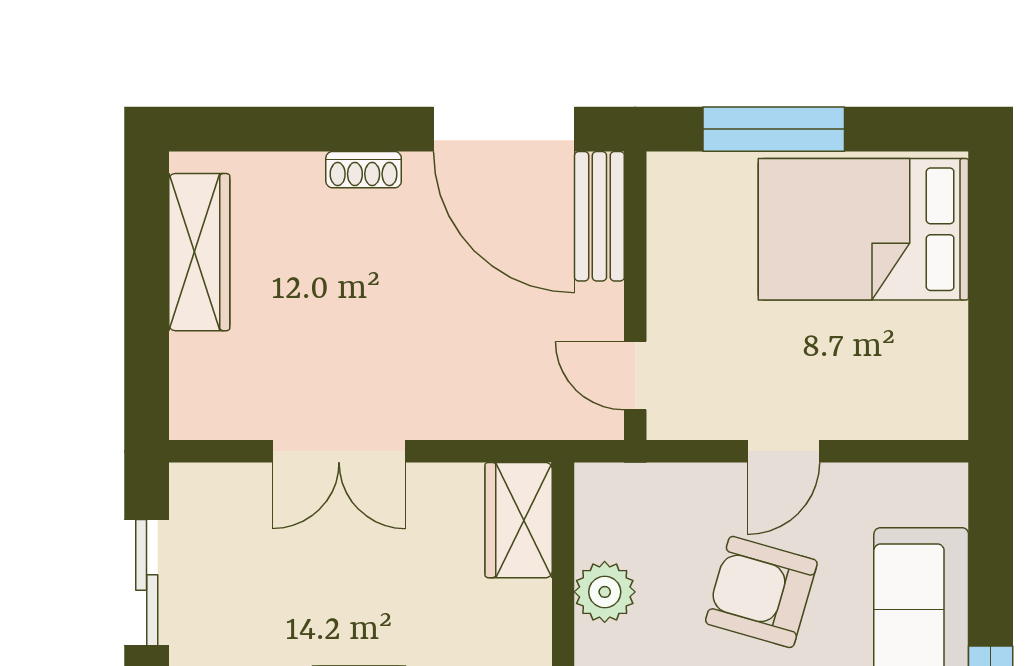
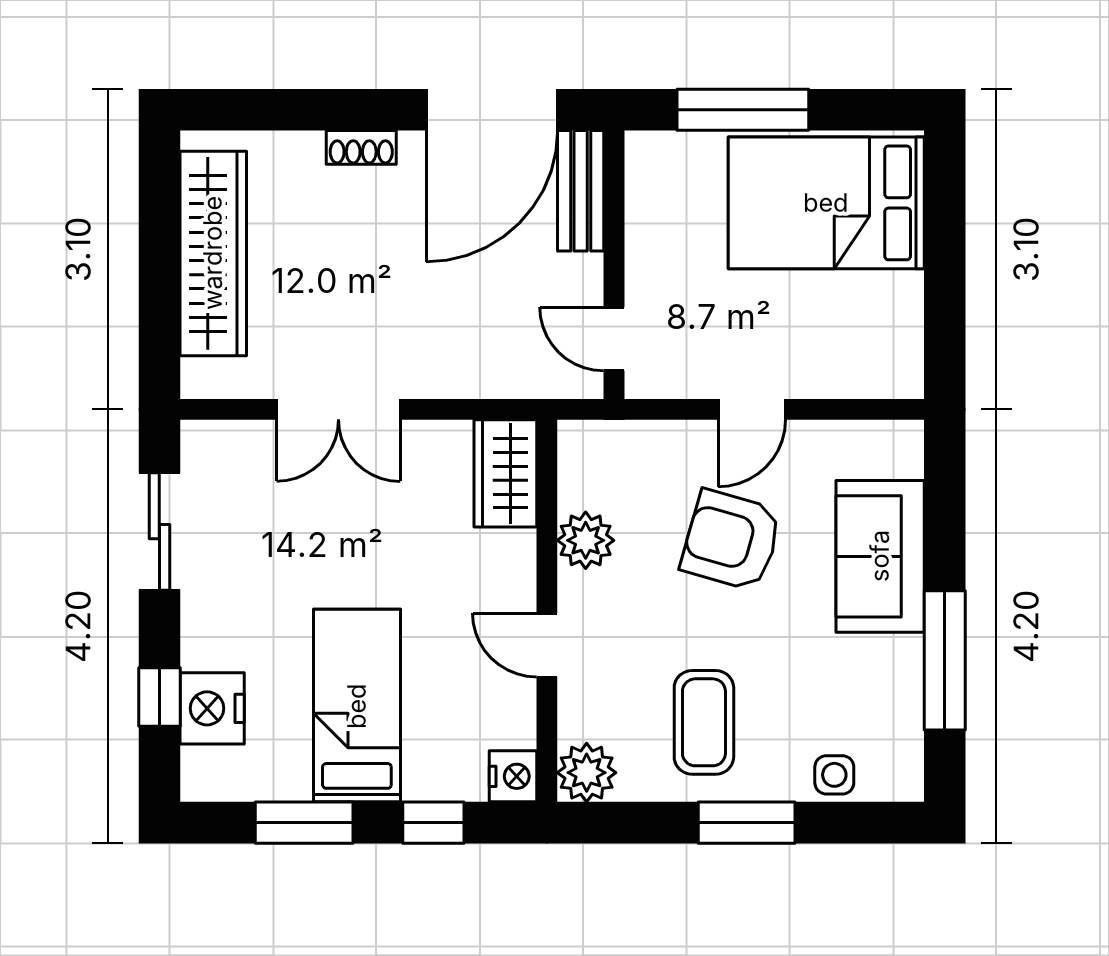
door: (504, 129) -> (492, 110), hinge flipped
wardrobe: (199, 252) -> (213, 253), width x1.40, depth x1.17

